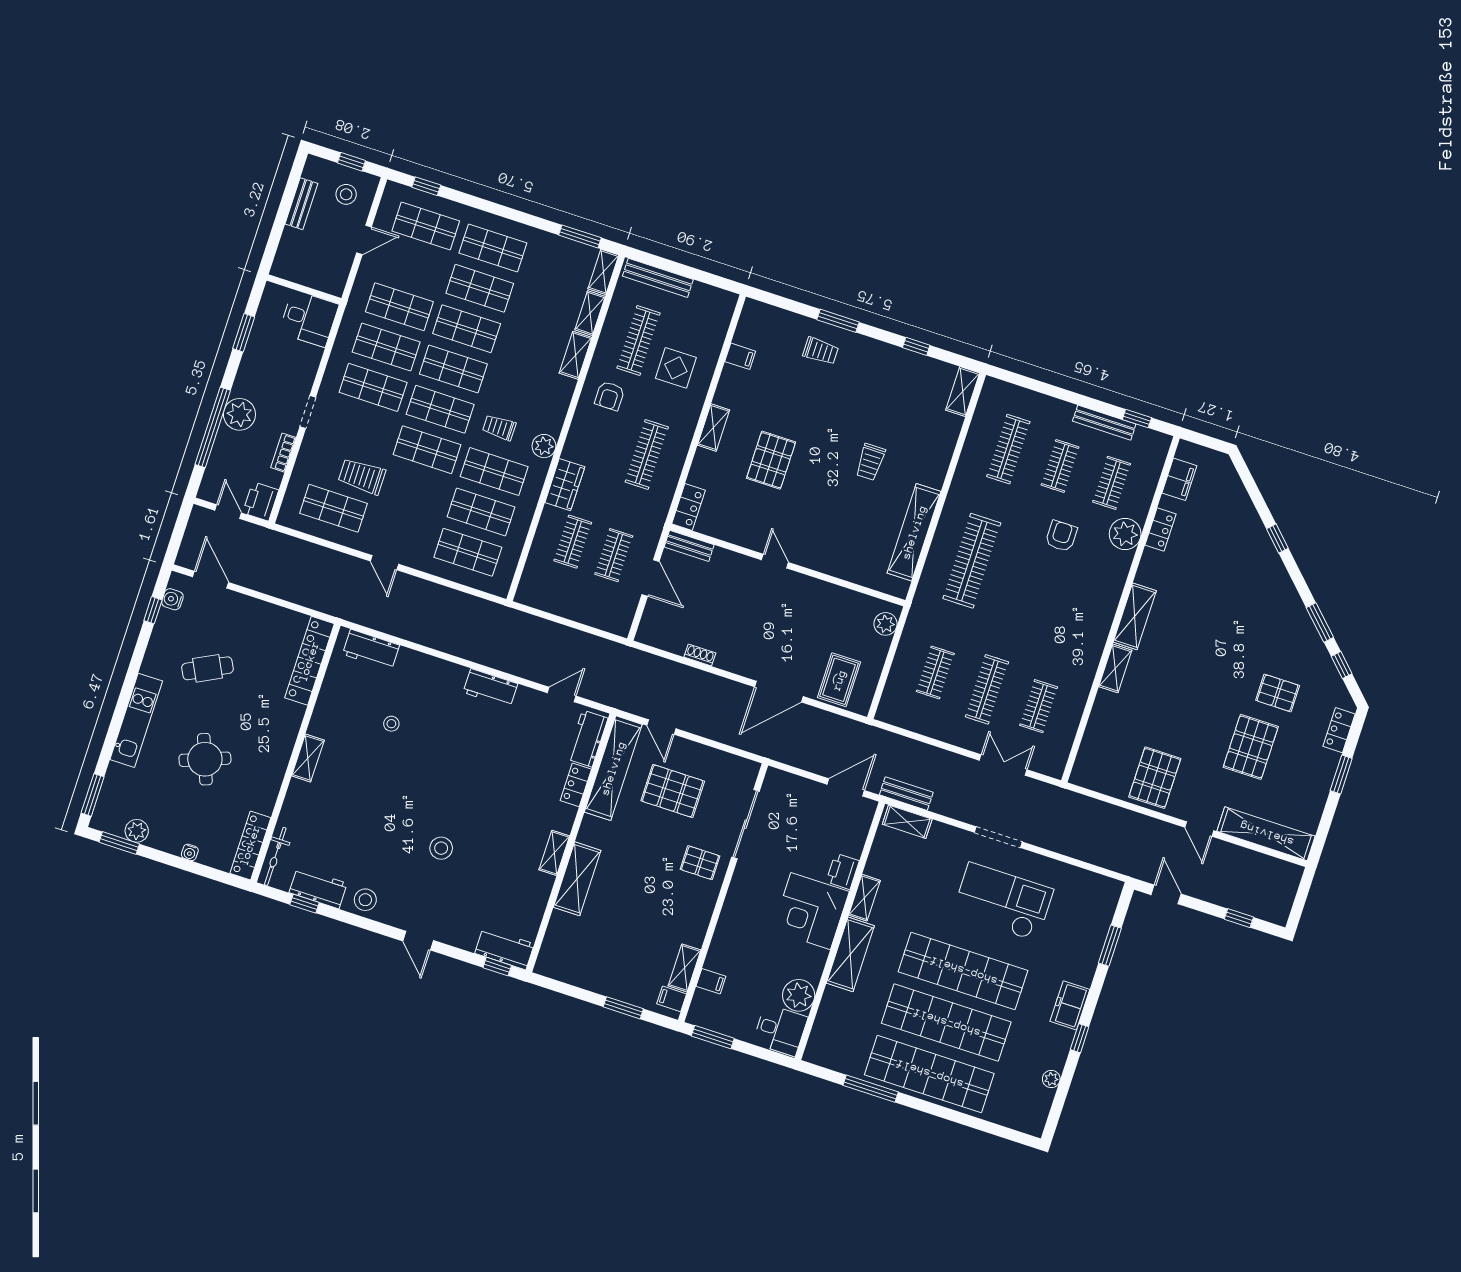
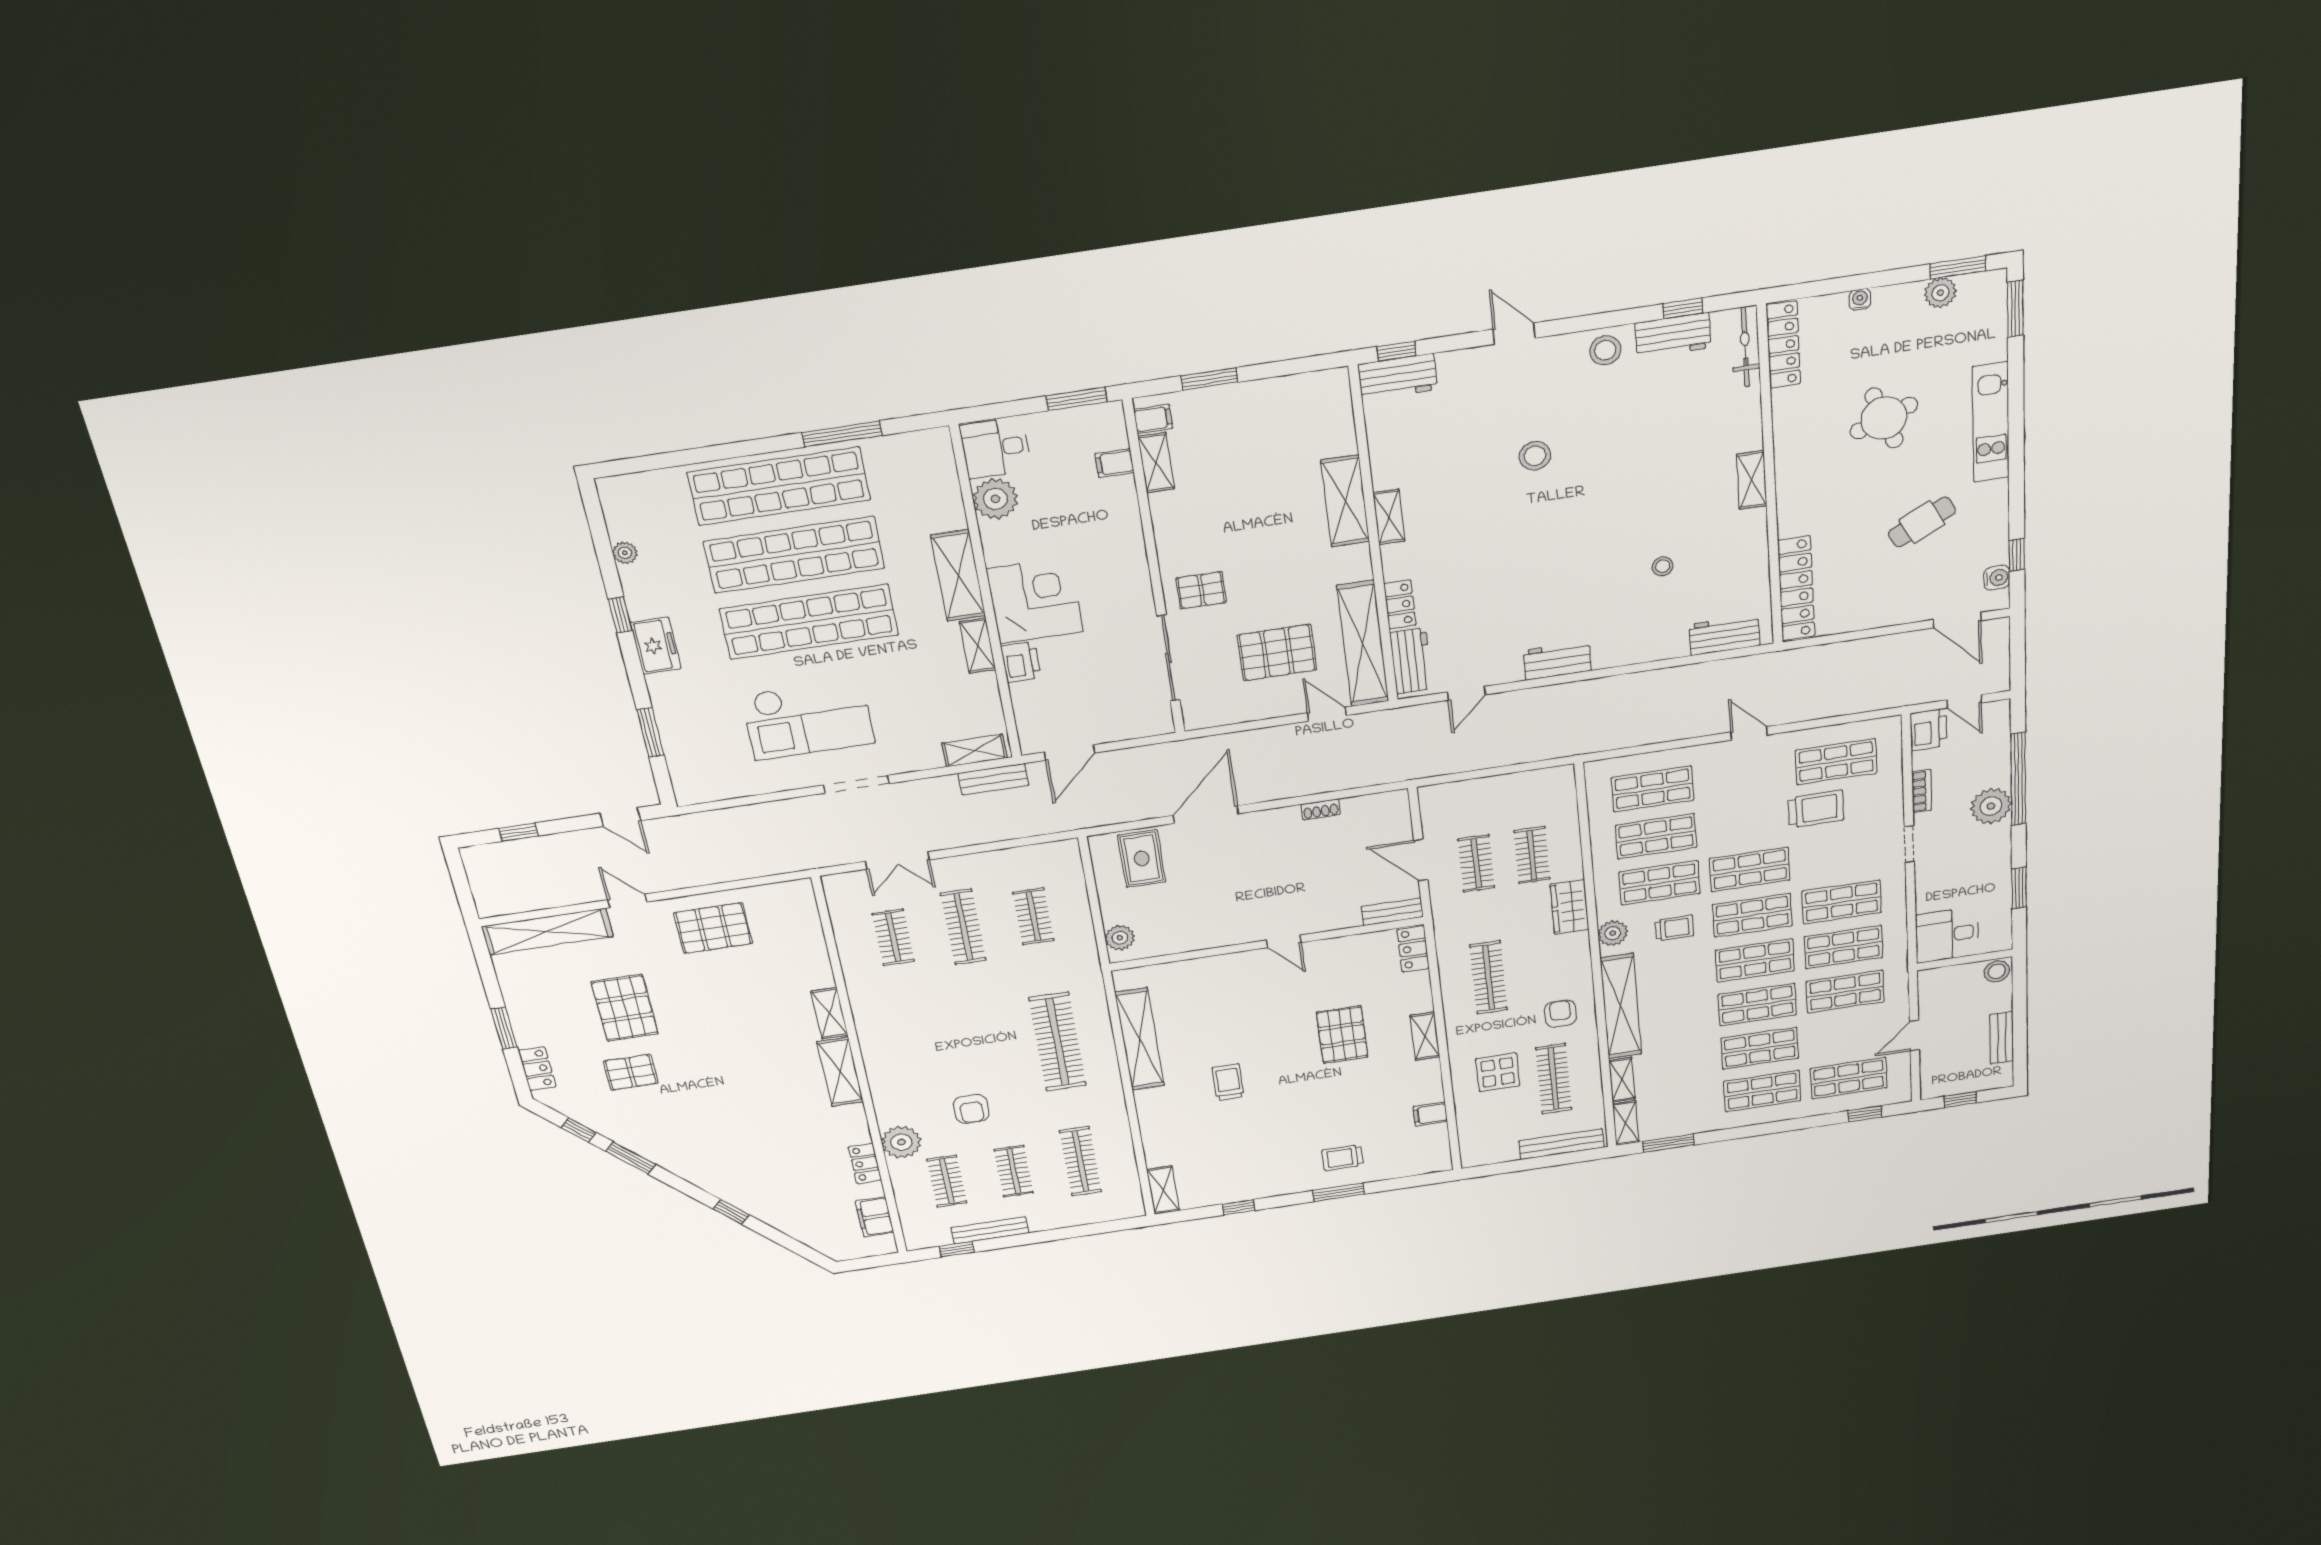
stool: (346, 194) -> (1997, 971), moved
shelving: (576, 355) -> (1621, 1006), width x2.20, depth x1.33
pallet: (1155, 778) -> (713, 928), turned 90

